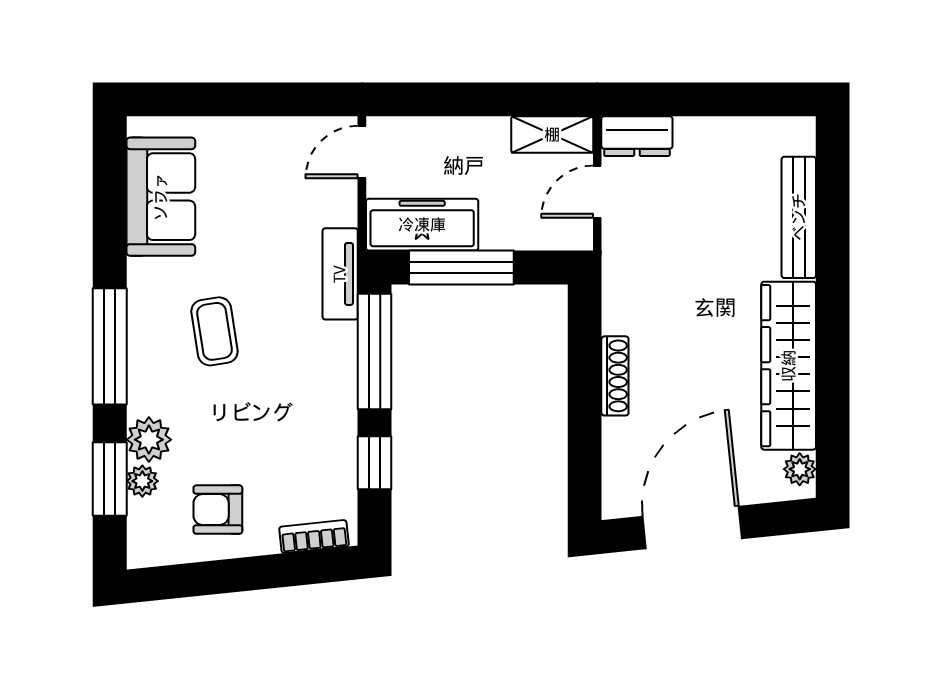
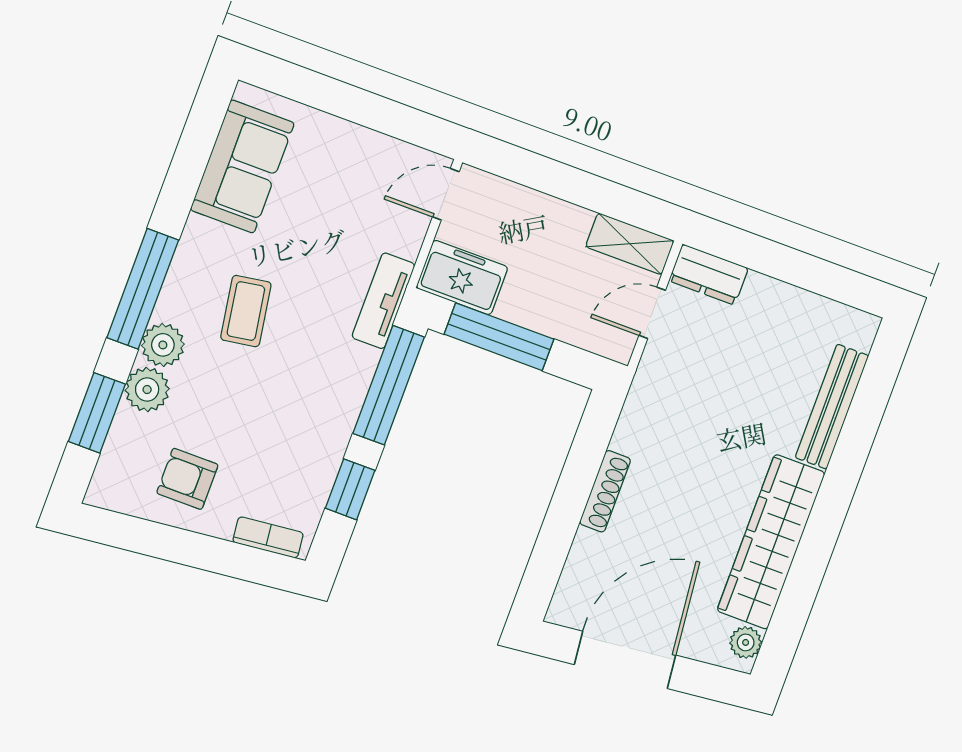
freezer: (422, 225) -> (462, 277), width x0.71
plant: (142, 481) -> (163, 345), moved, width x1.38, depth x1.38

